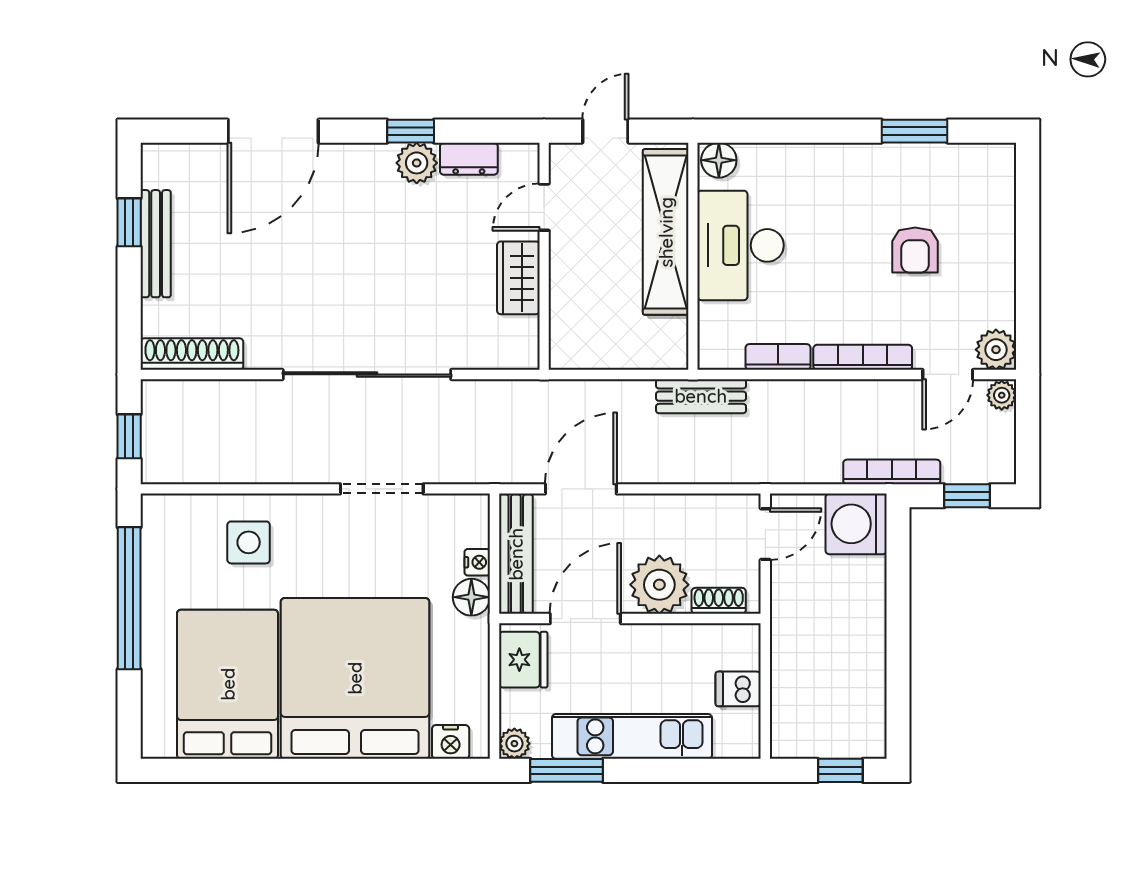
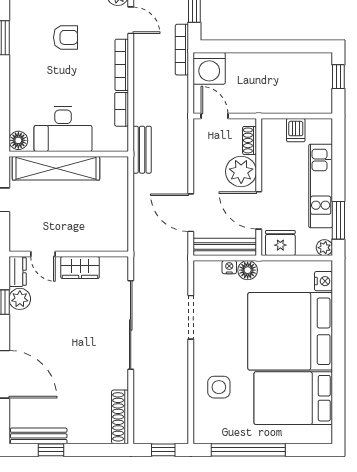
door: (544, 207) -> (43, 254), moved
bench: (156, 244) -> (39, 436), moved
wall: (544, 256) -> (69, 254), moved
wardrobe: (518, 278) -> (80, 268), moved

